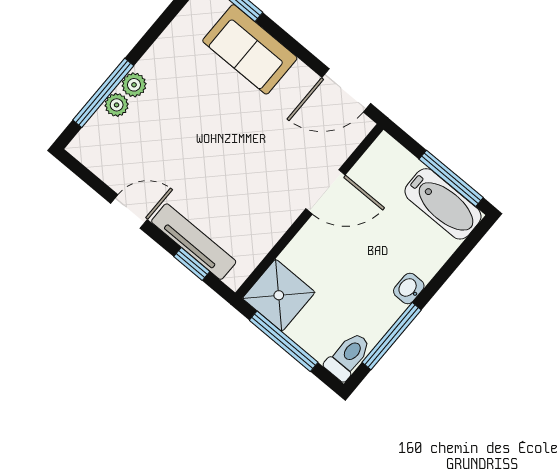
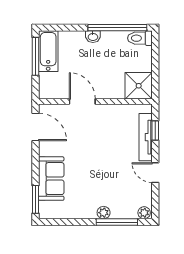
plant: (117, 105) -> (144, 213), moved
window: (392, 336) -> (117, 28), width x1.46
window: (284, 341) -> (155, 69), removed

